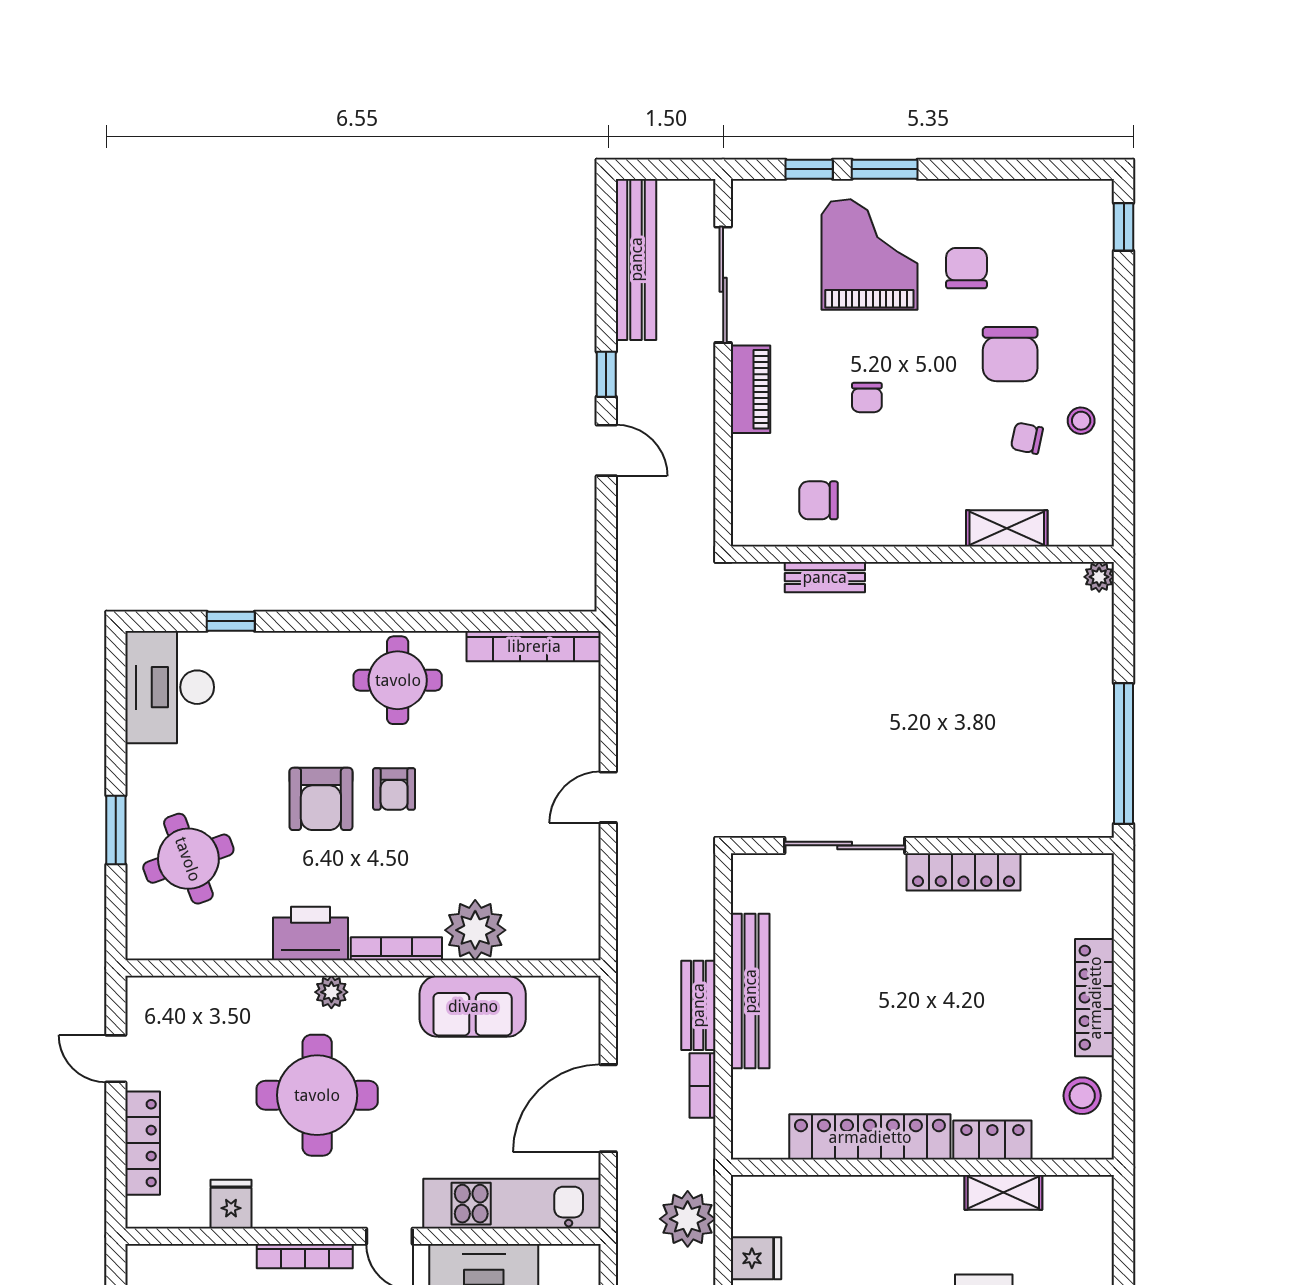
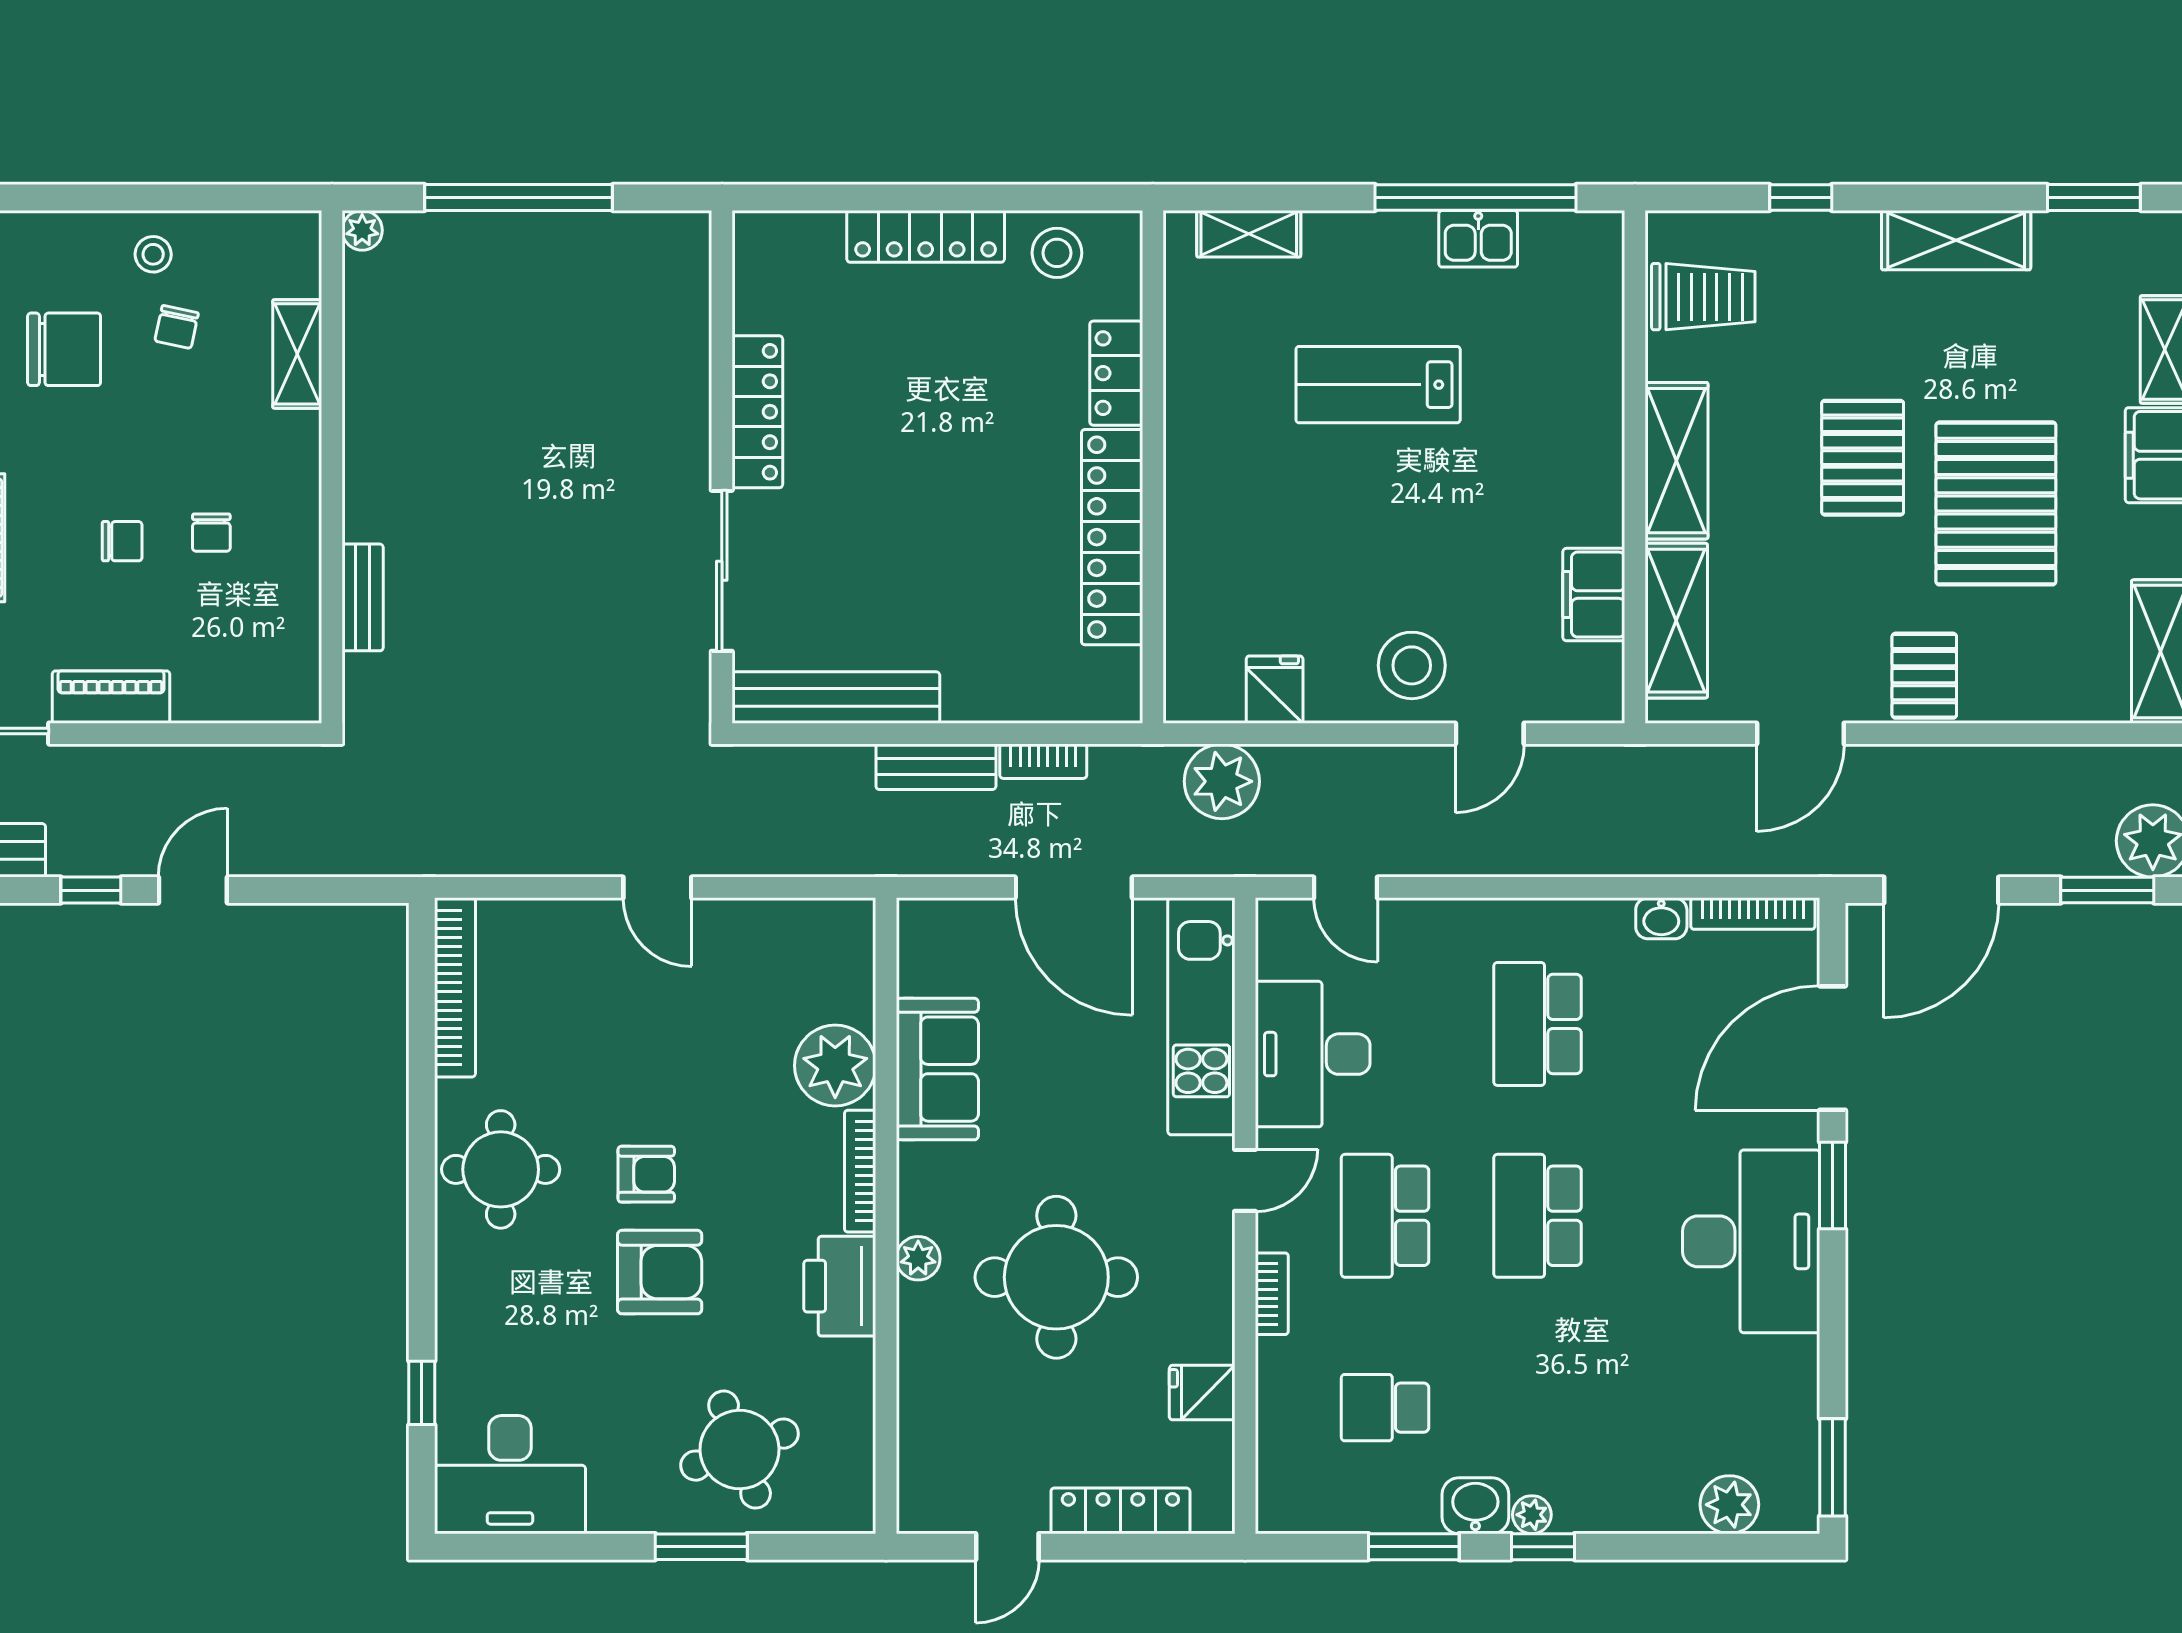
chair: (819, 500) -> (211, 533), moved, width x0.73, depth x0.73
window: (1124, 753) -> (519, 197), moved
bench: (750, 991) -> (836, 698), moved
shelving: (1003, 1192) -> (1249, 234), moved, turned 90
bookcase: (305, 1256) -> (1272, 1294), width x0.64

